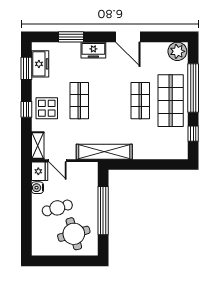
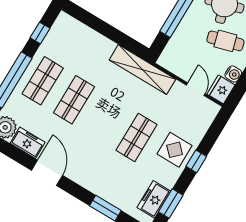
freezer: (93, 50) -> (28, 143), moved
shop shelf: (171, 101) -> (43, 81), width x0.70, depth x0.74
shelving: (38, 146) -> (207, 117), removed

